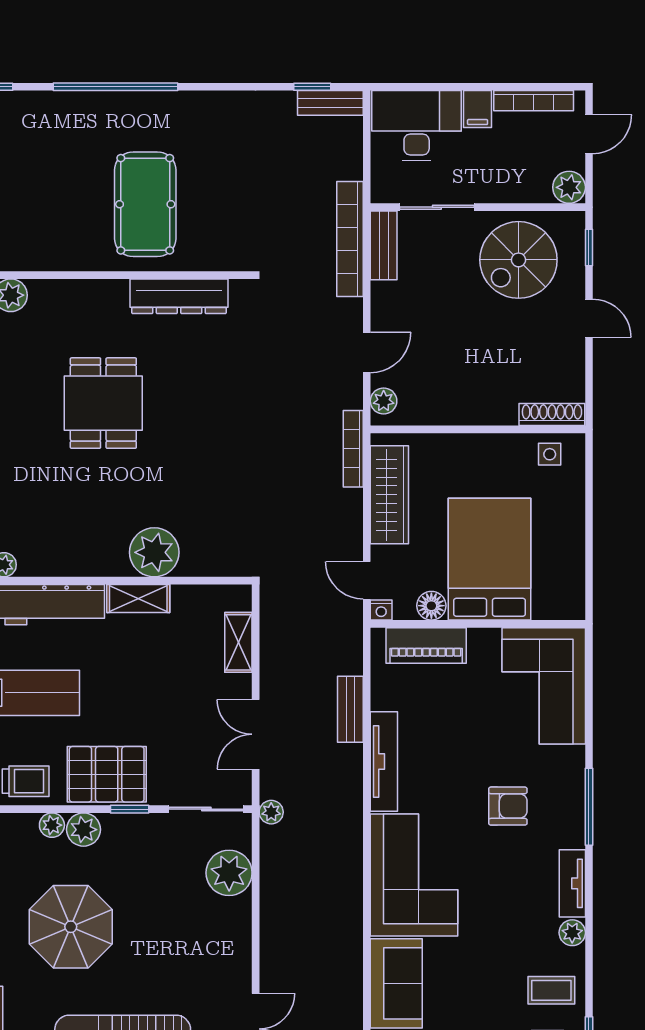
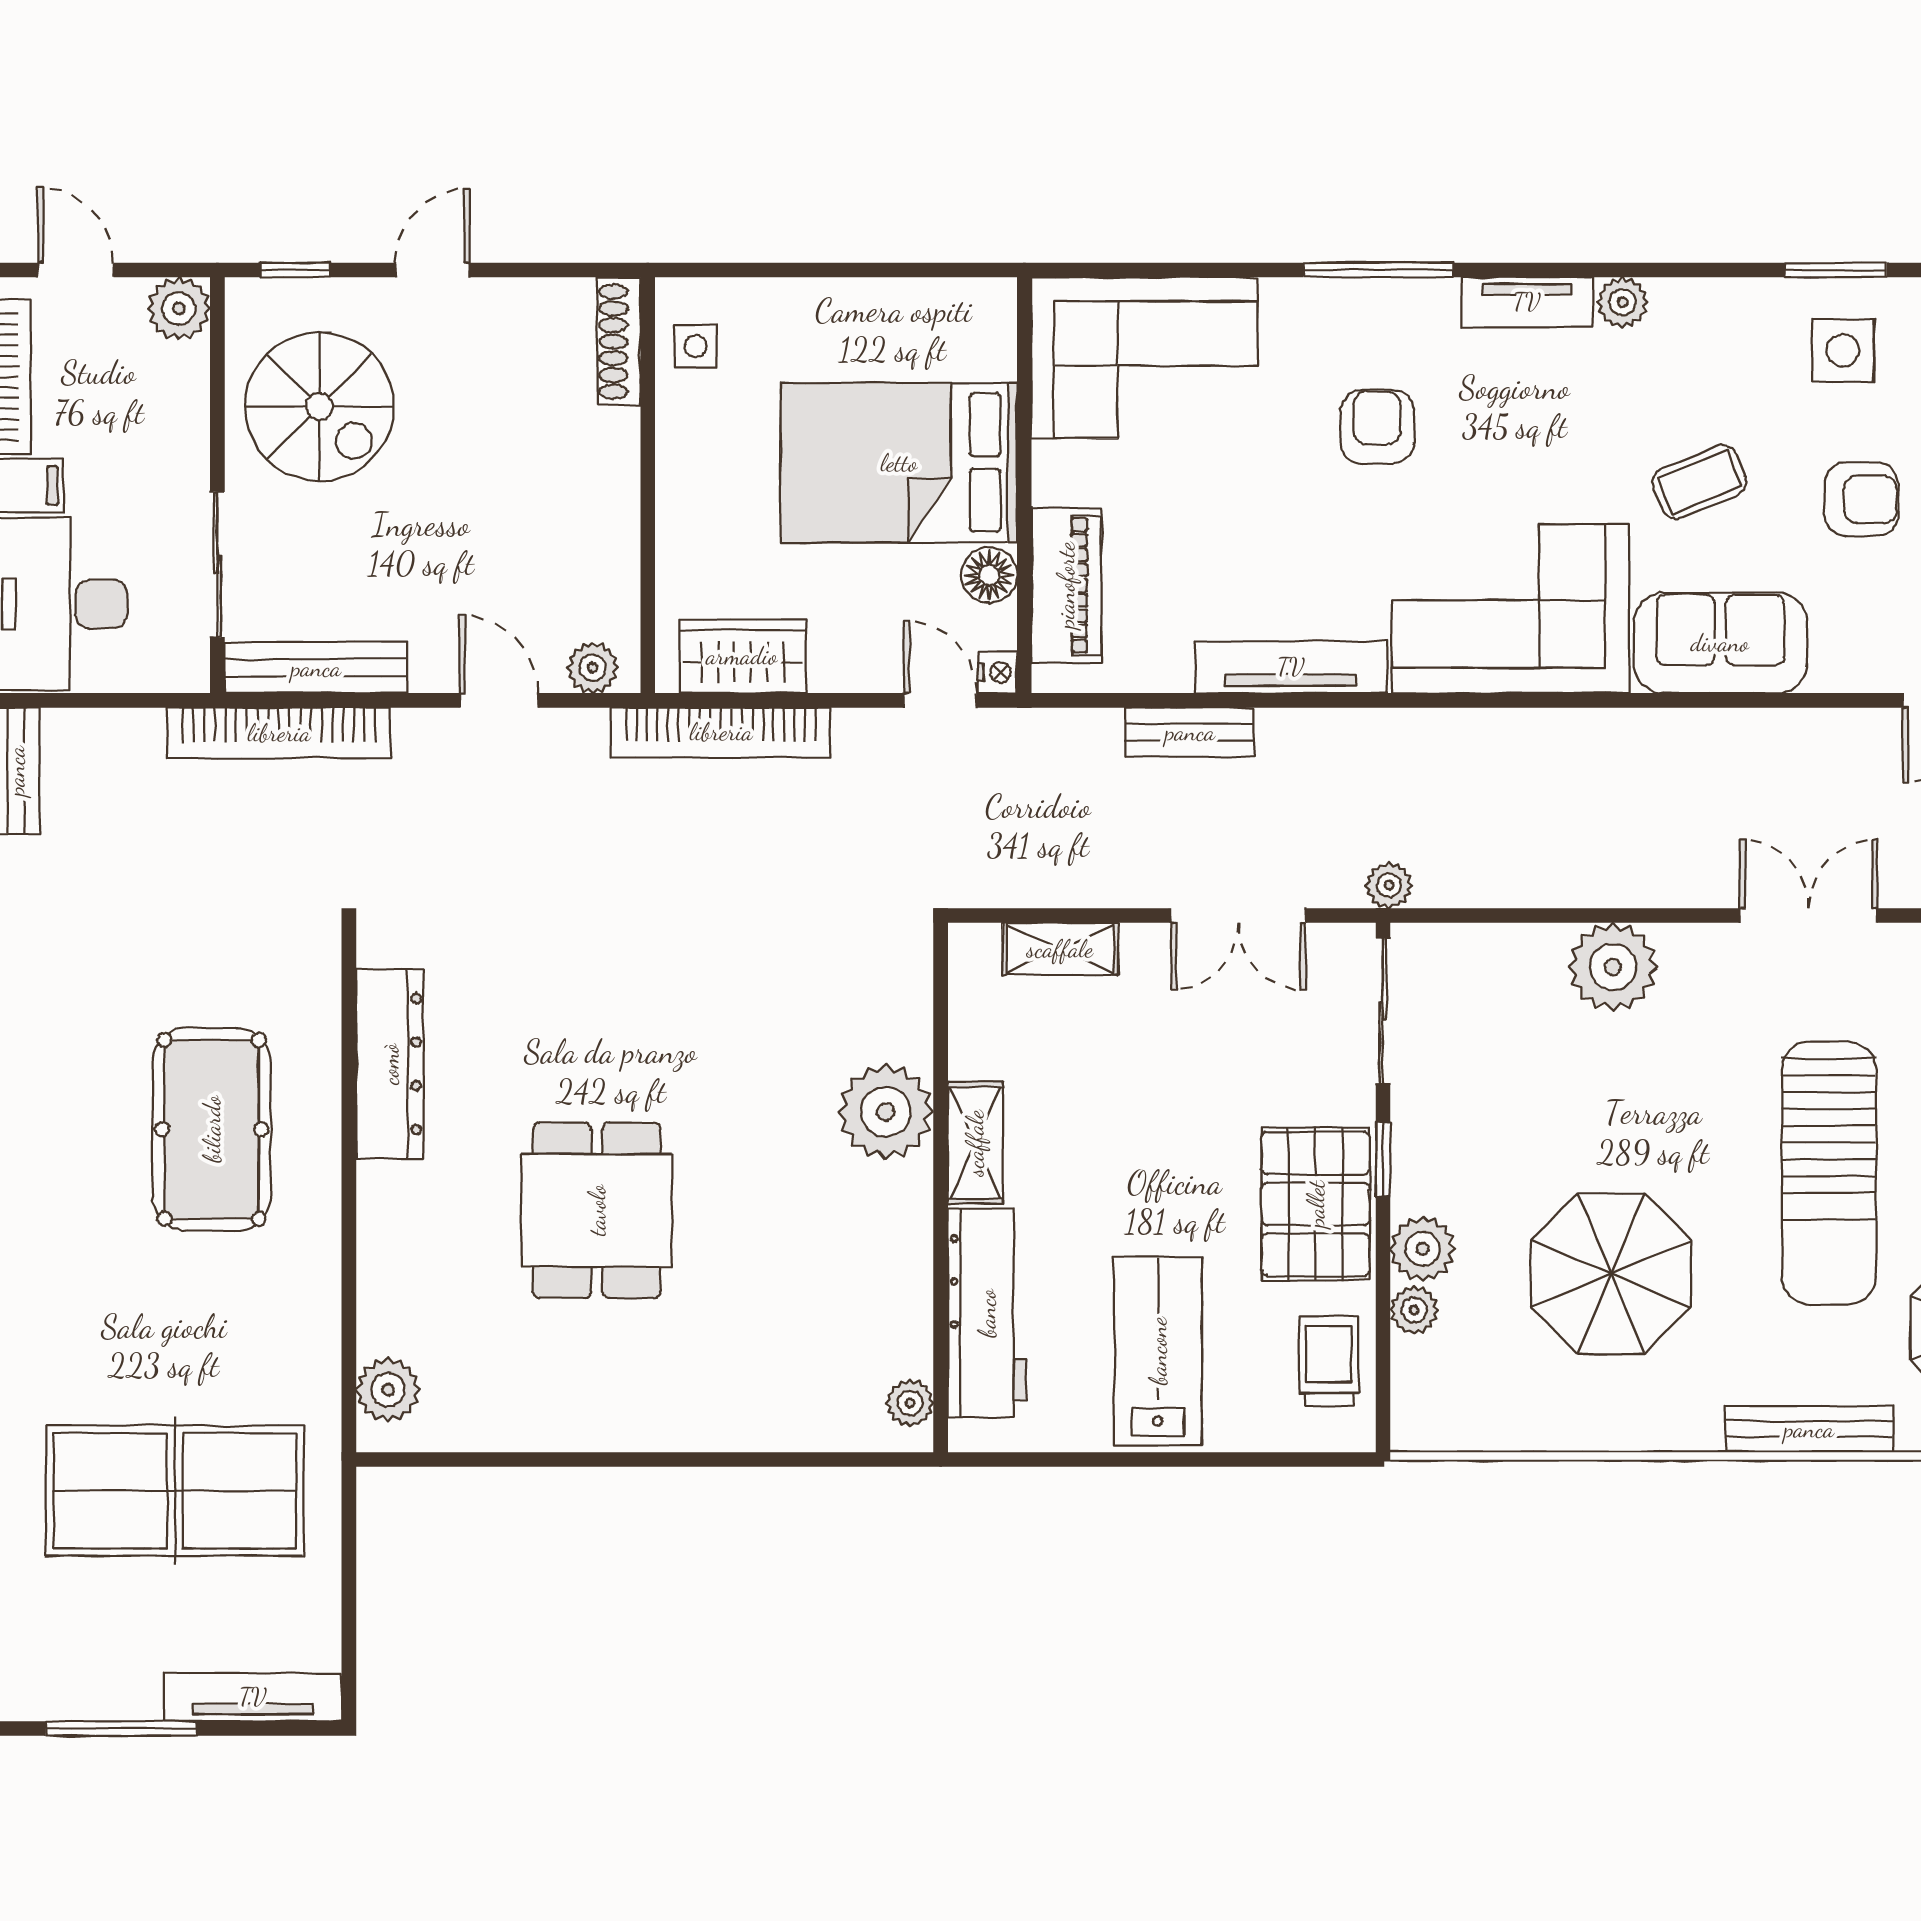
pool table: (145, 204) -> (212, 1129), turned 90
bench: (384, 245) -> (316, 668), width x1.36
dining table: (103, 403) -> (597, 1210), turned 90
bookcase: (353, 449) -> (721, 732), width x1.48, depth x1.31
wardrobe: (389, 495) -> (742, 656), width x0.67
door: (367, 580) -> (940, 700), swing flipped
plant: (229, 873) -> (1613, 967), moved
coffee table: (551, 990) -> (1699, 482), moved, turned 68

